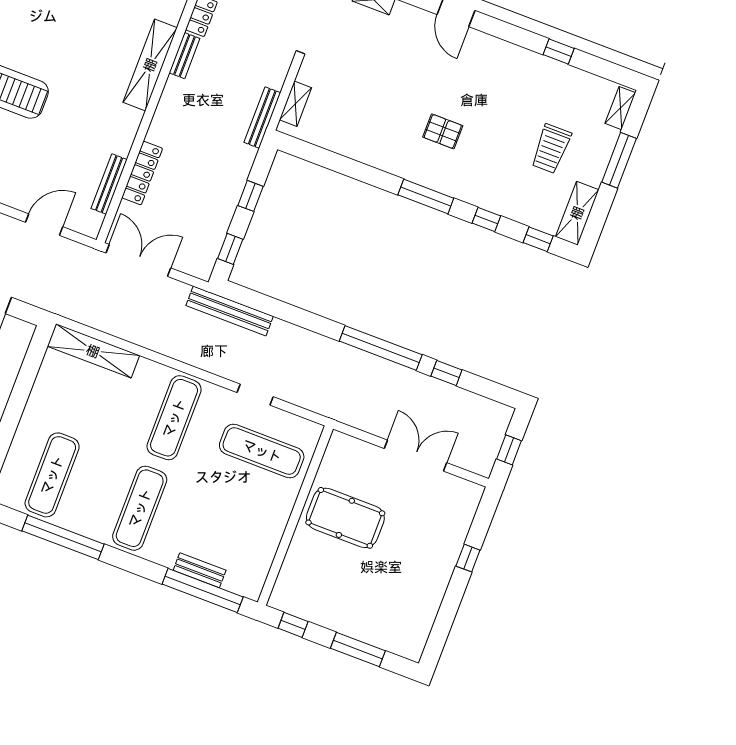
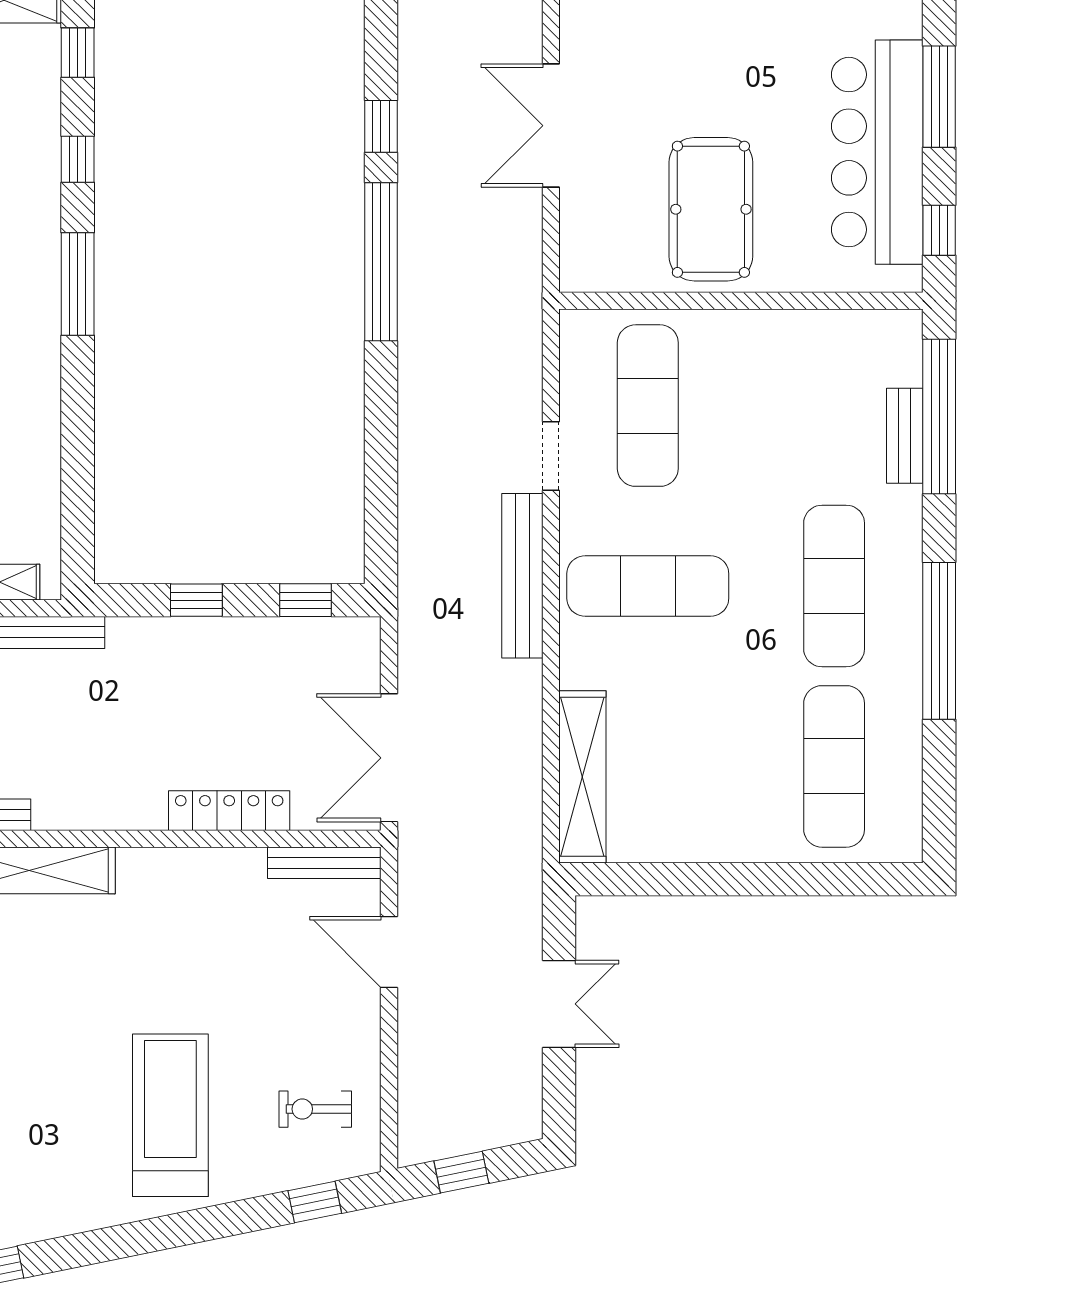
bench: (109, 184) -> (324, 863), moved
bench: (230, 311) -> (522, 576), moved
exercise mat: (52, 475) -> (834, 766), turned 90
exercise mat: (140, 508) -> (834, 586), turned 90
window: (63, 537) -> (939, 641), moved
bar counter: (342, 609) -> (877, 152), added

